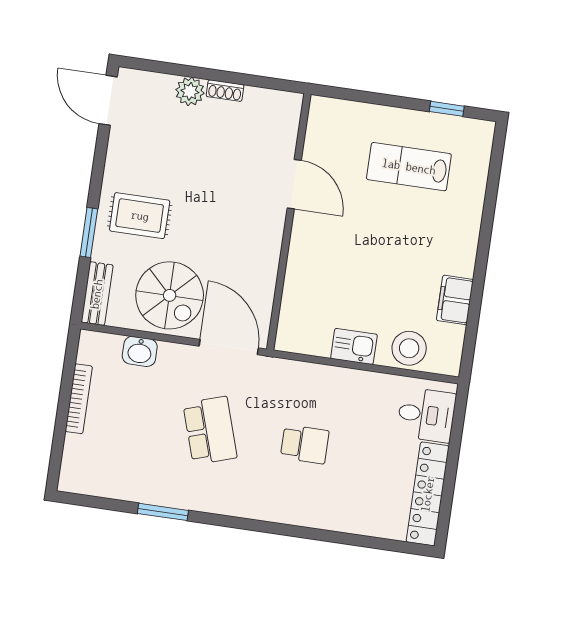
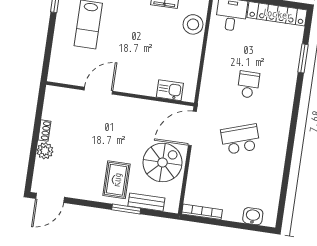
bench: (97, 294) -> (146, 202), moved
kitchen sink: (354, 346) -> (170, 90), moved, turned 90
washbasin: (140, 351) -> (253, 216), moved, turned -90
bookcase: (79, 399) -> (202, 212), moved
window: (163, 512) -> (303, 58), moved

